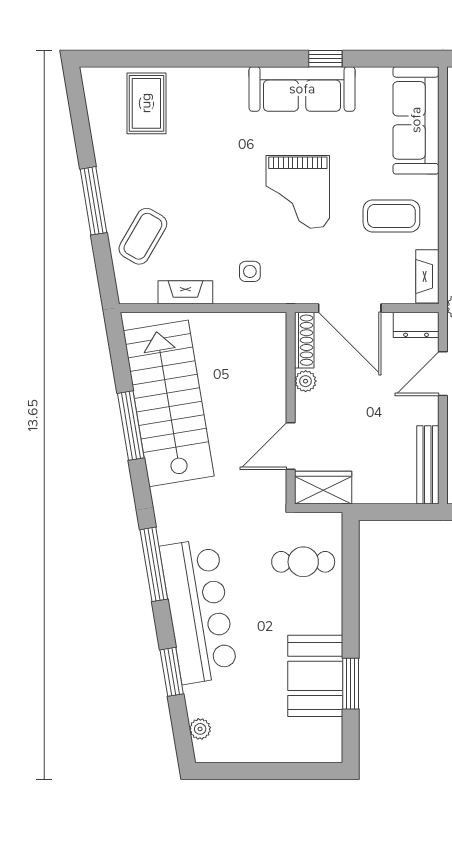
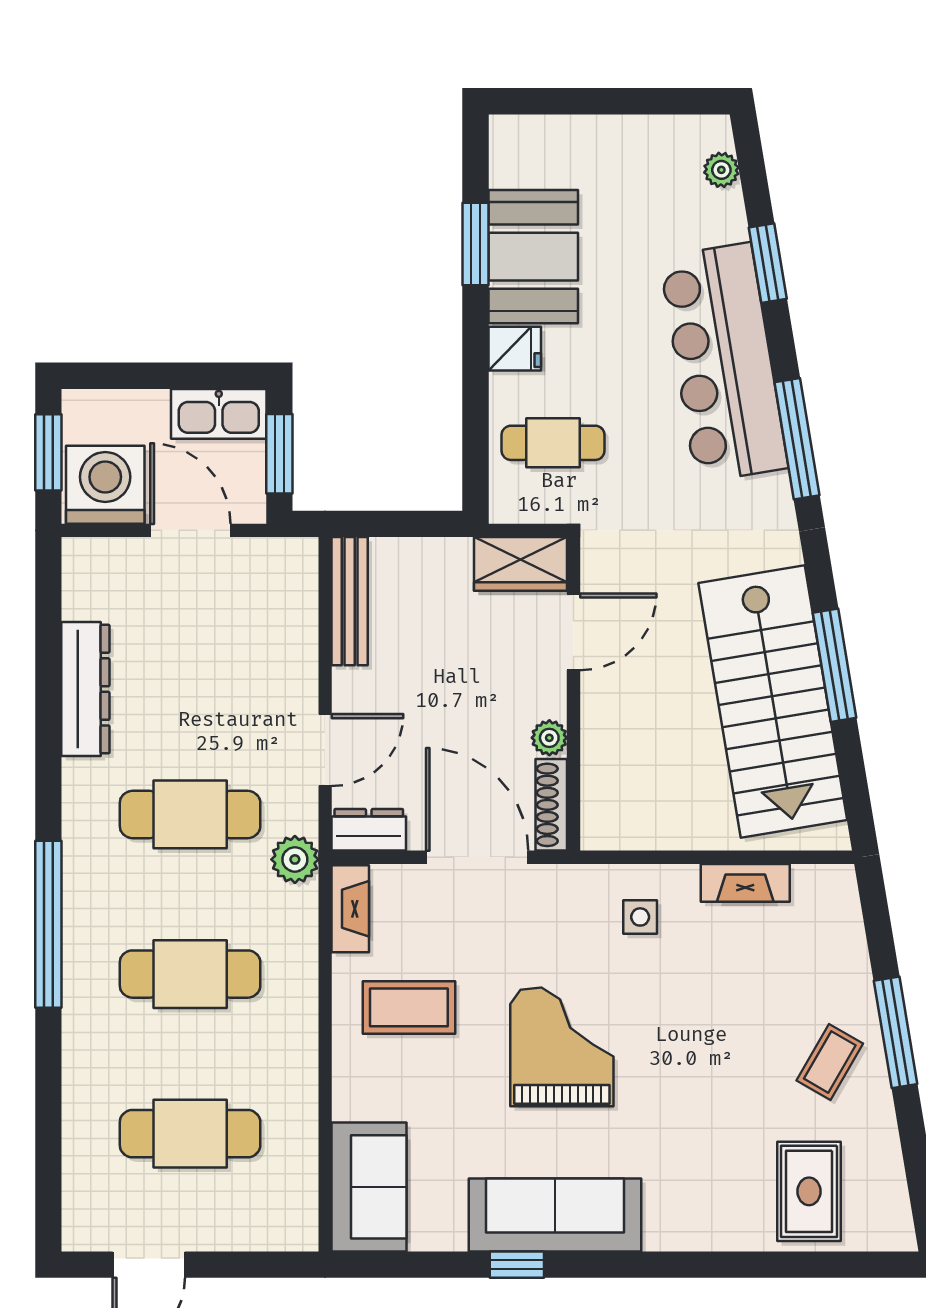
sofa: (416, 120) -> (369, 1187), width x0.73
coffee table: (143, 236) -> (830, 1062), moved, width x0.73, depth x0.77
fridge: (327, 619) -> (515, 349), added

